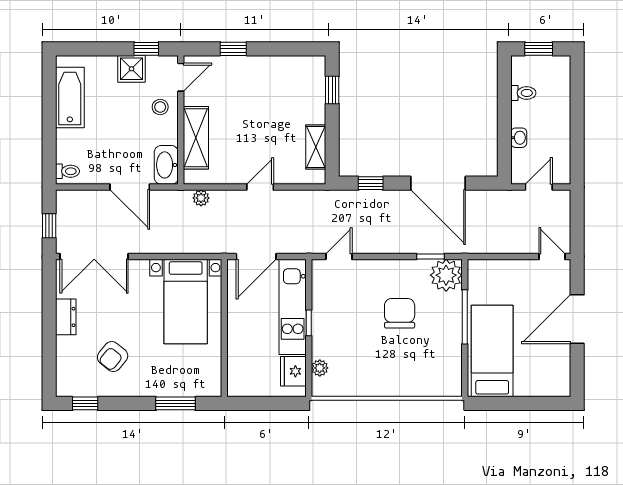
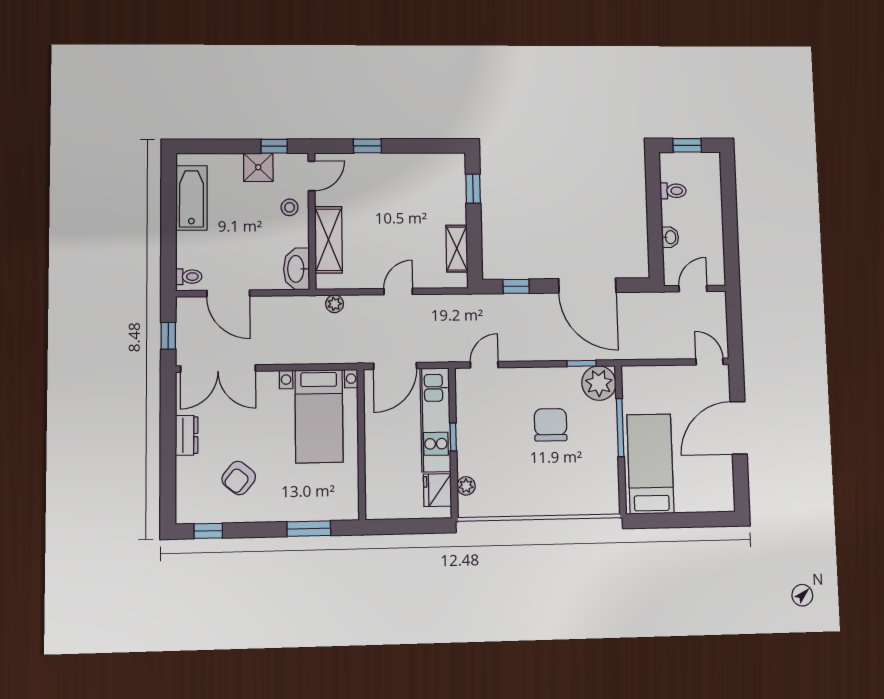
door: (130, 187) -> (228, 293), moved

